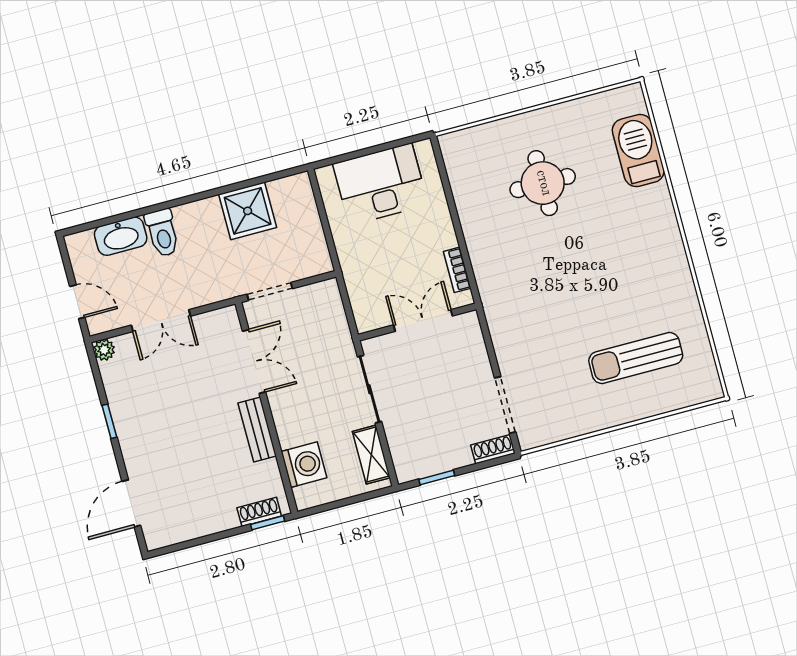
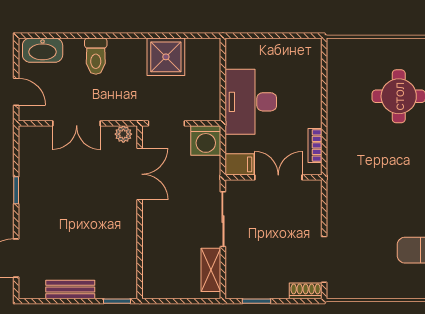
desk: (380, 184) -> (251, 102), moved, turned -90
washbasin: (121, 236) -> (43, 50), moved
filing cabinet: (372, 317) -> (239, 164), added
plant: (104, 350) -> (123, 134), moved
bench: (257, 430) -> (70, 289), moved, turned 90
washing machine: (304, 465) -> (206, 141), moved, turned 90
shoe rack: (259, 512) -> (113, 291), removed

